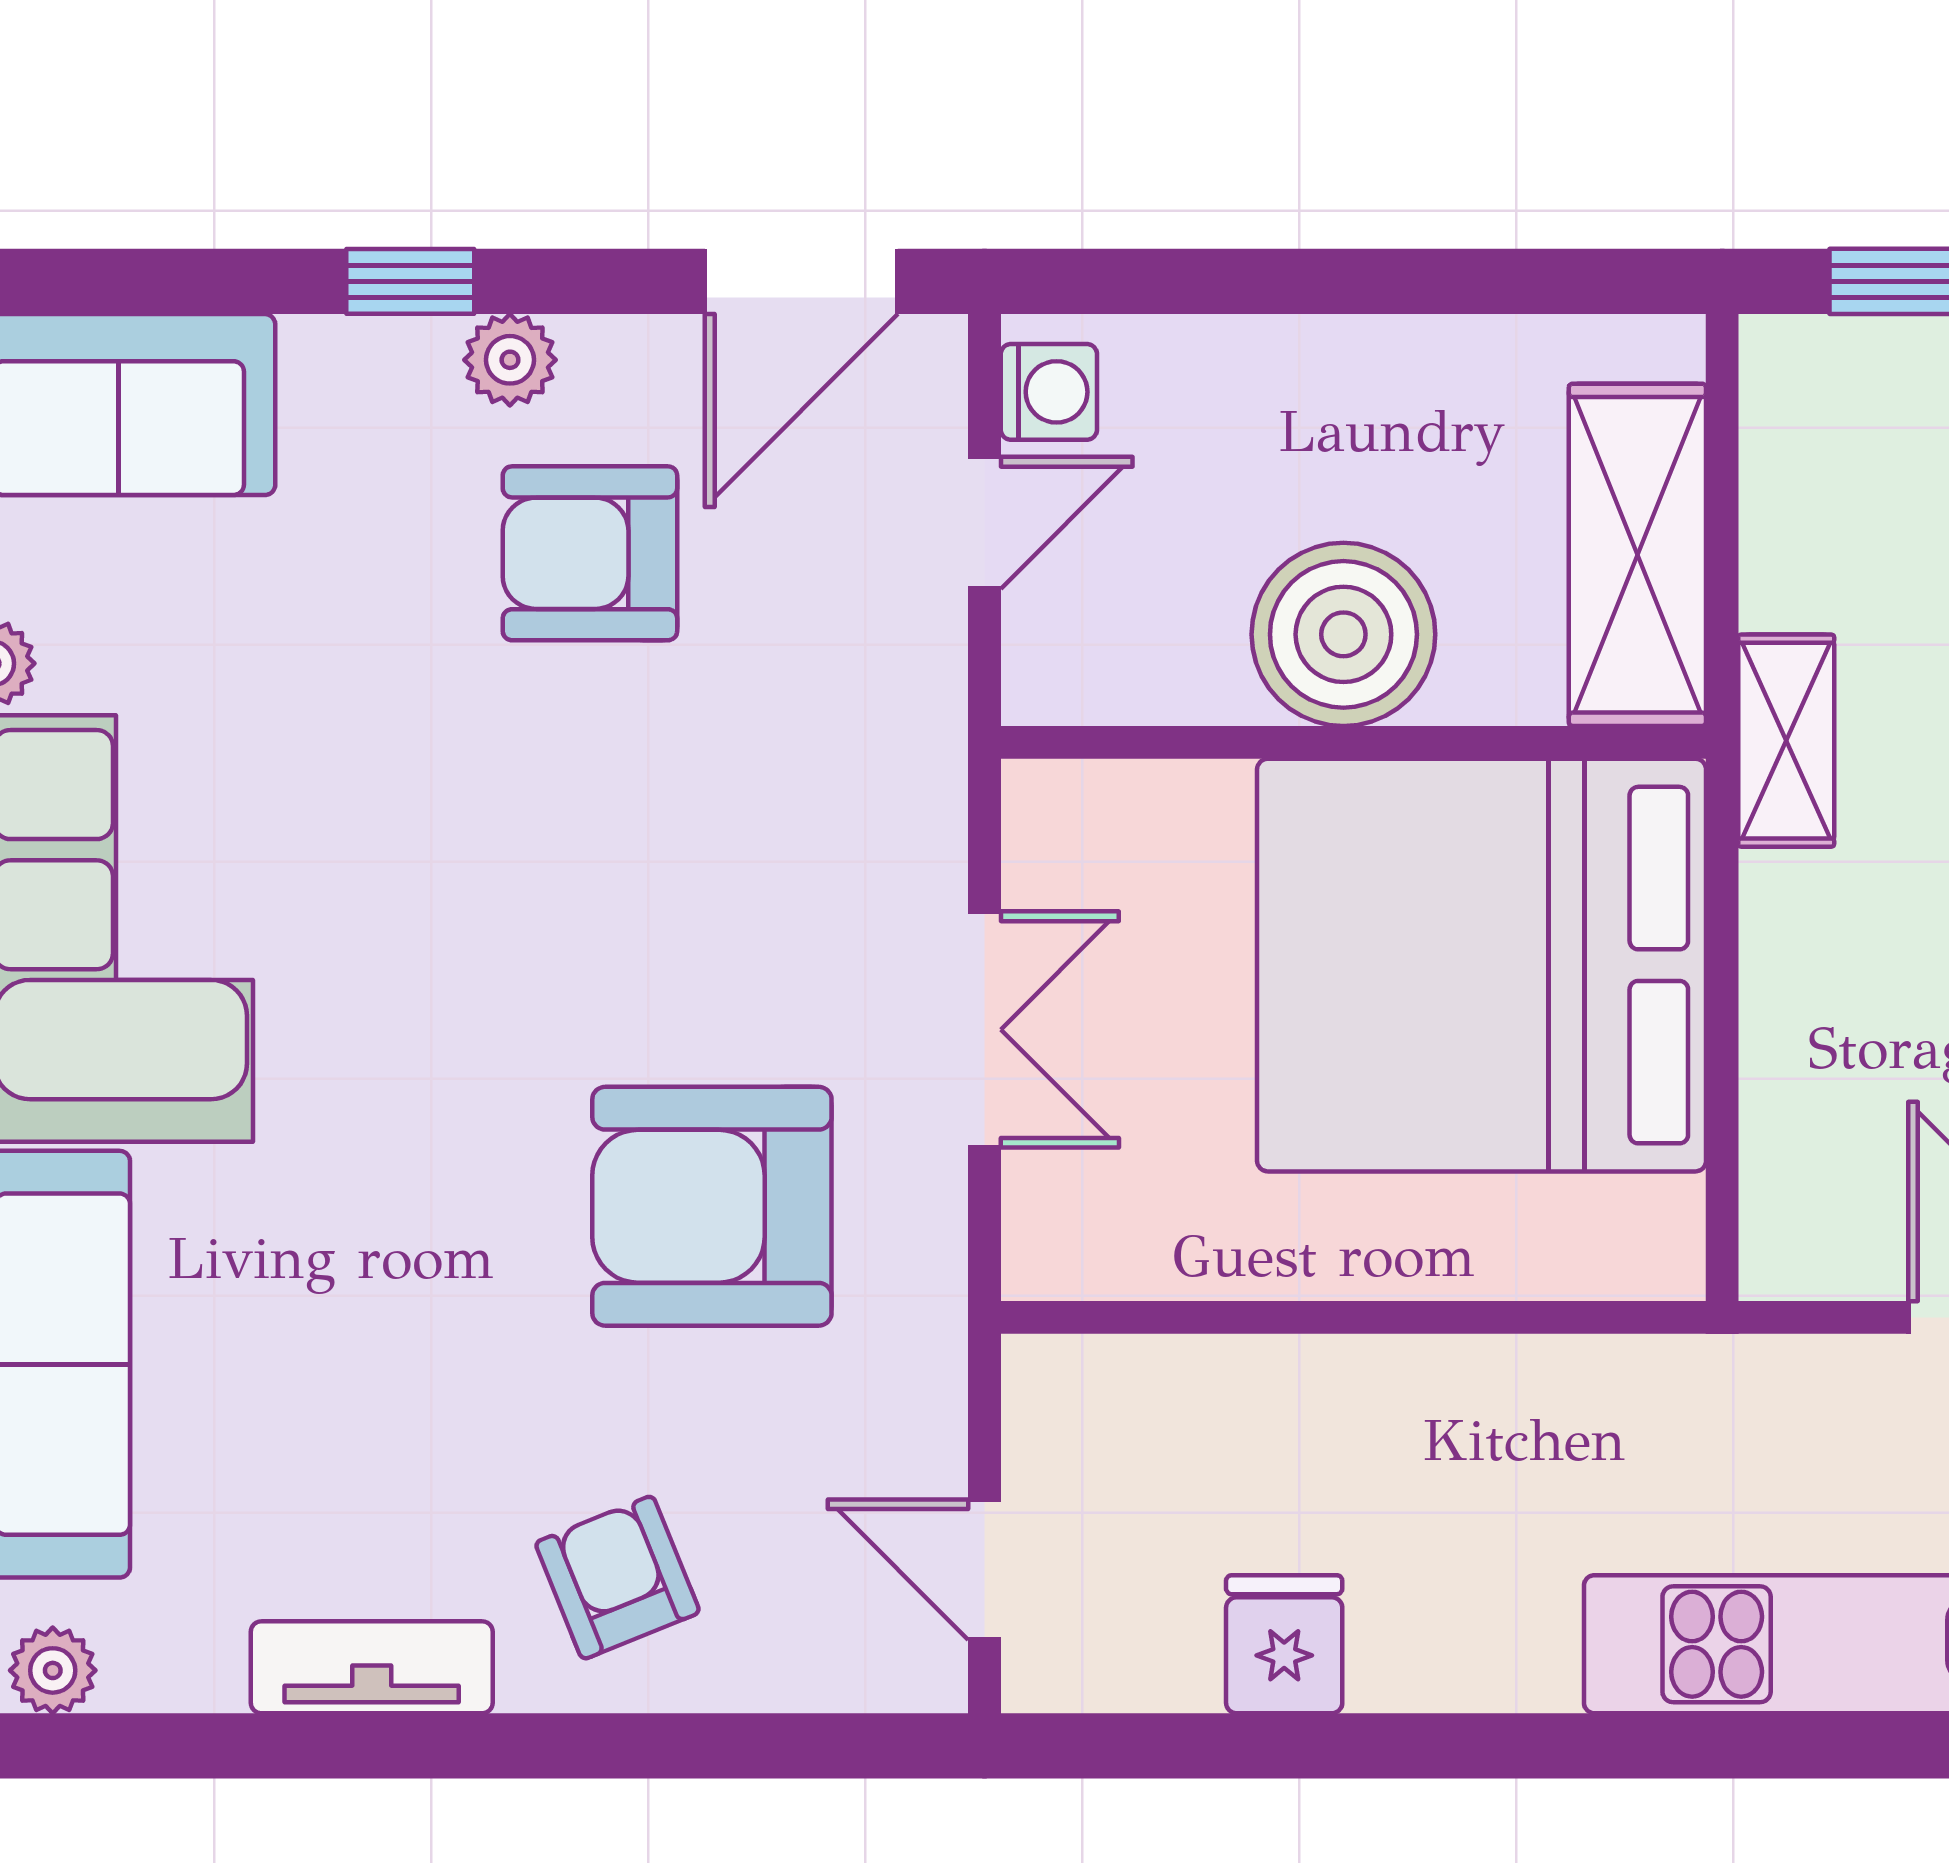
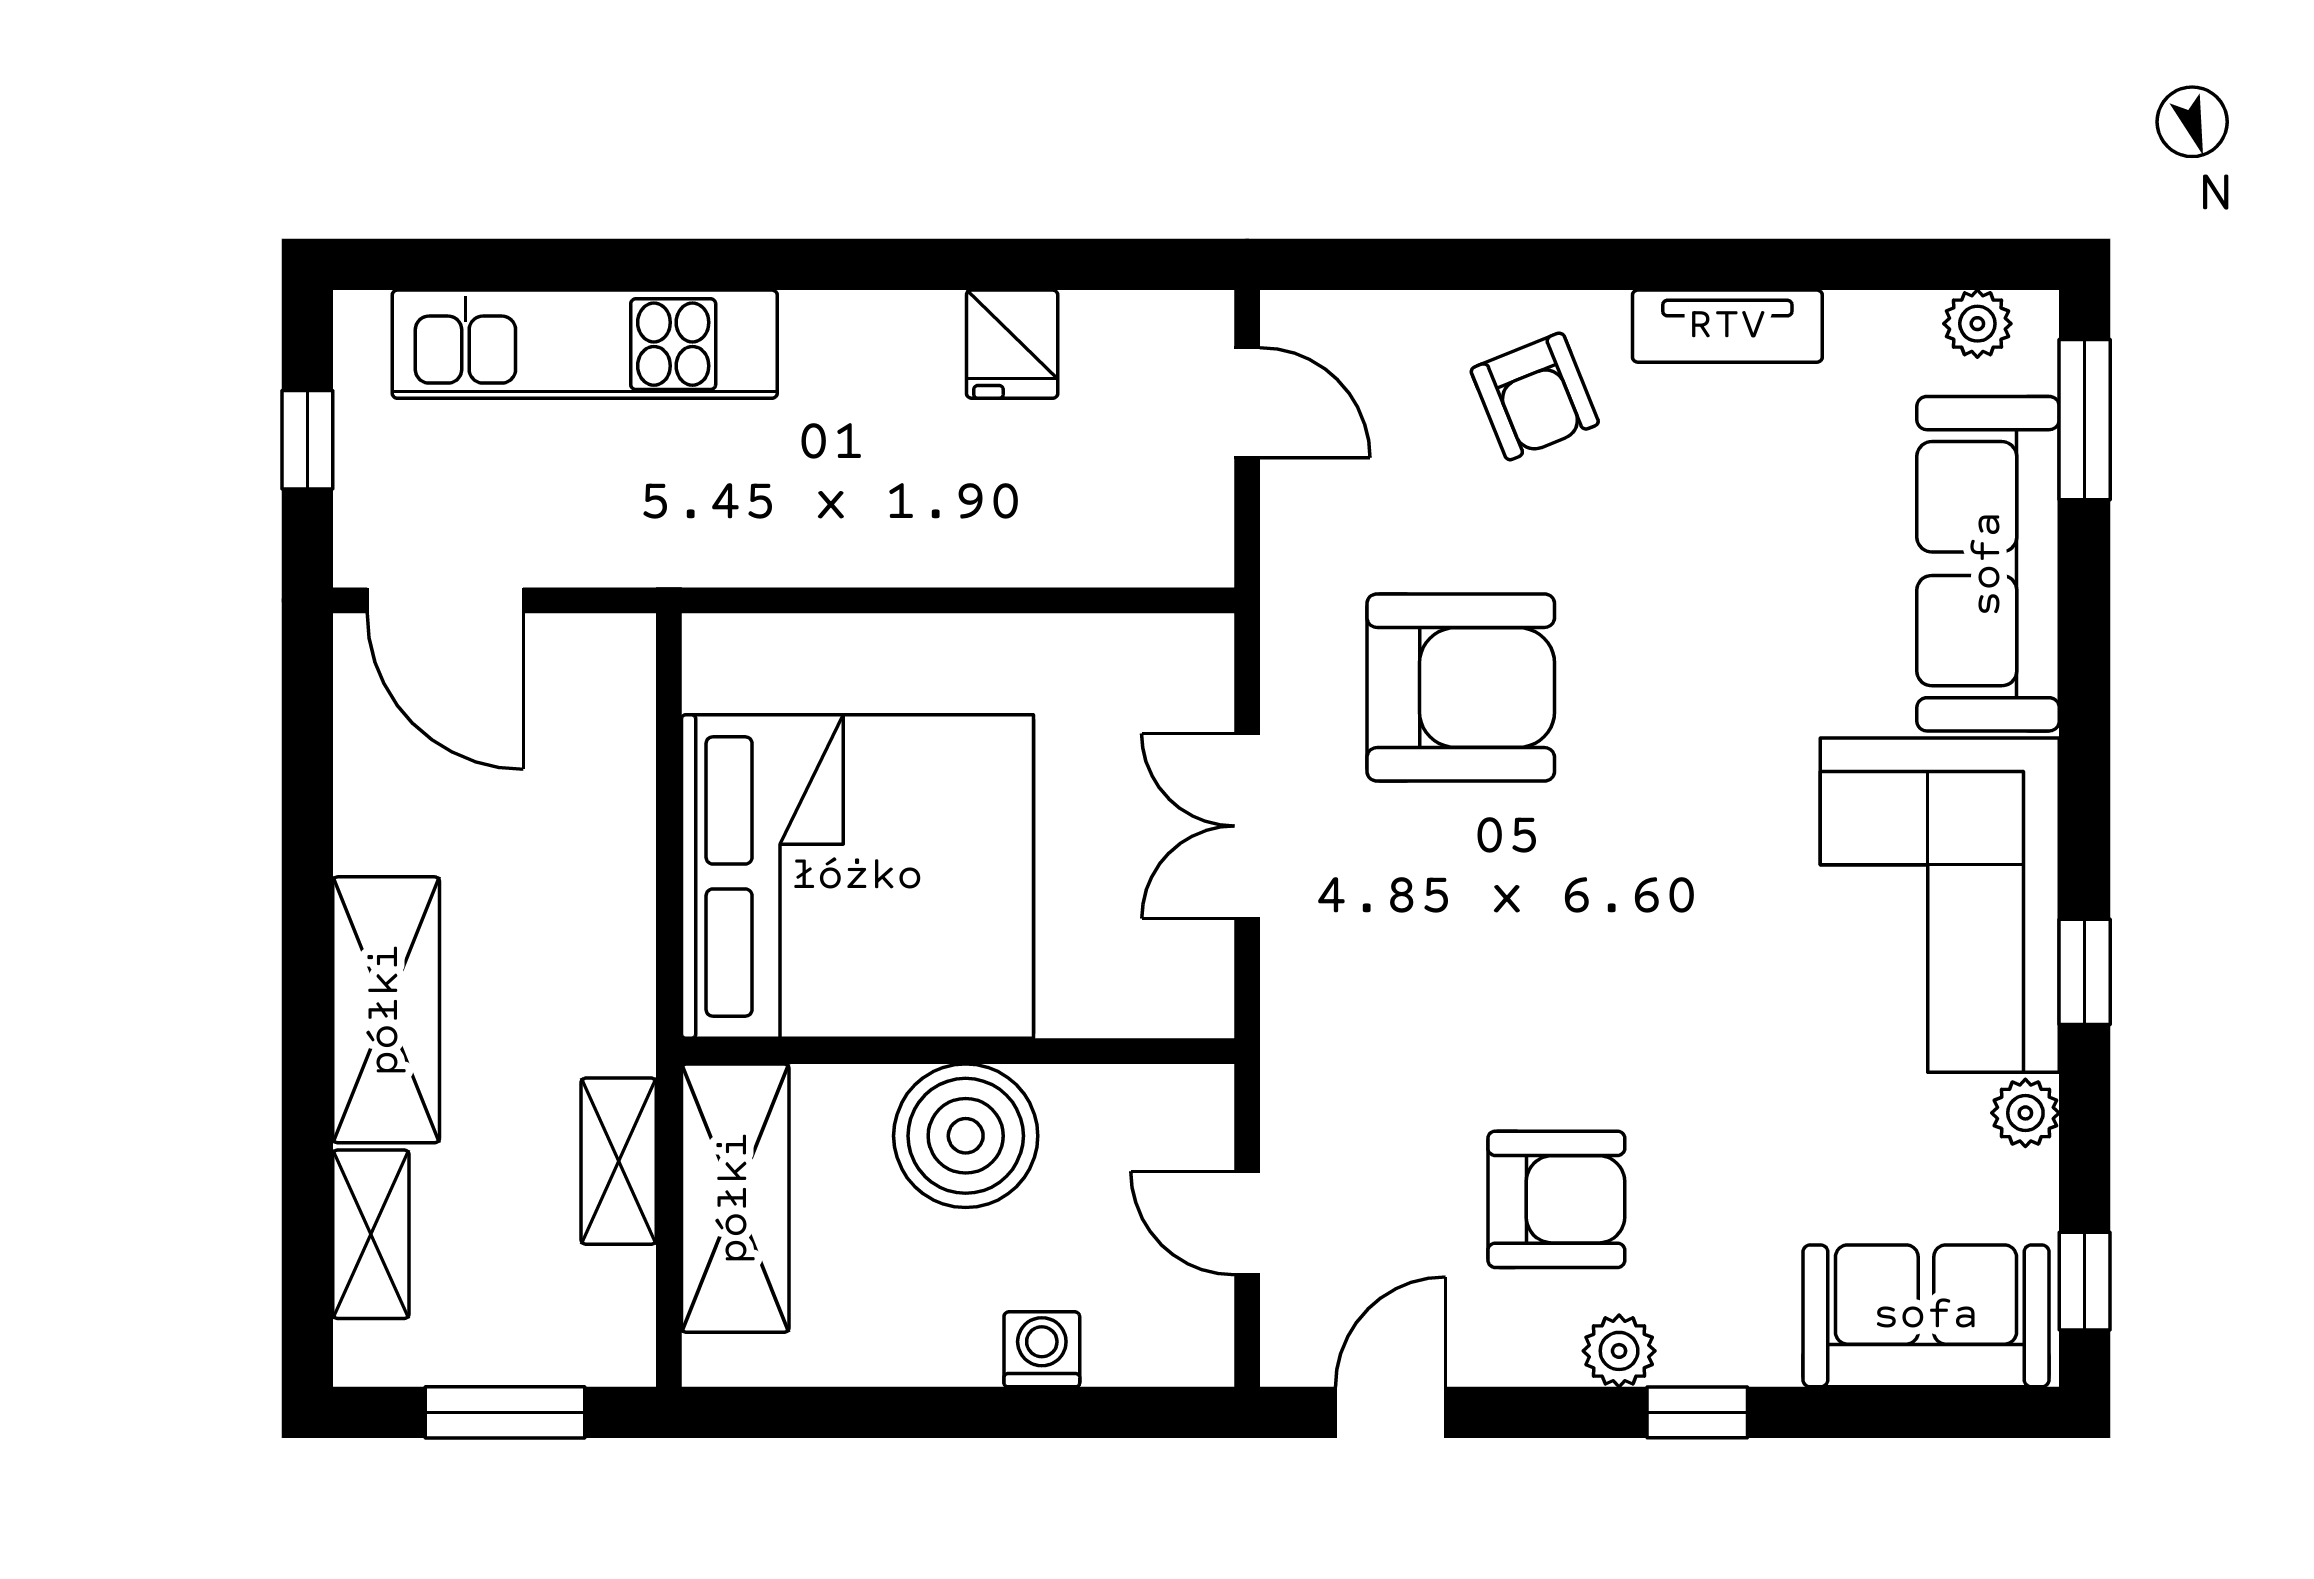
door: (801, 281) -> (1391, 1412), width x0.73
washing machine: (1049, 392) -> (1042, 1349), moved, turned 90
door: (984, 523) -> (1247, 1223), hinge flipped
shelving: (1786, 741) -> (619, 1161), moved

